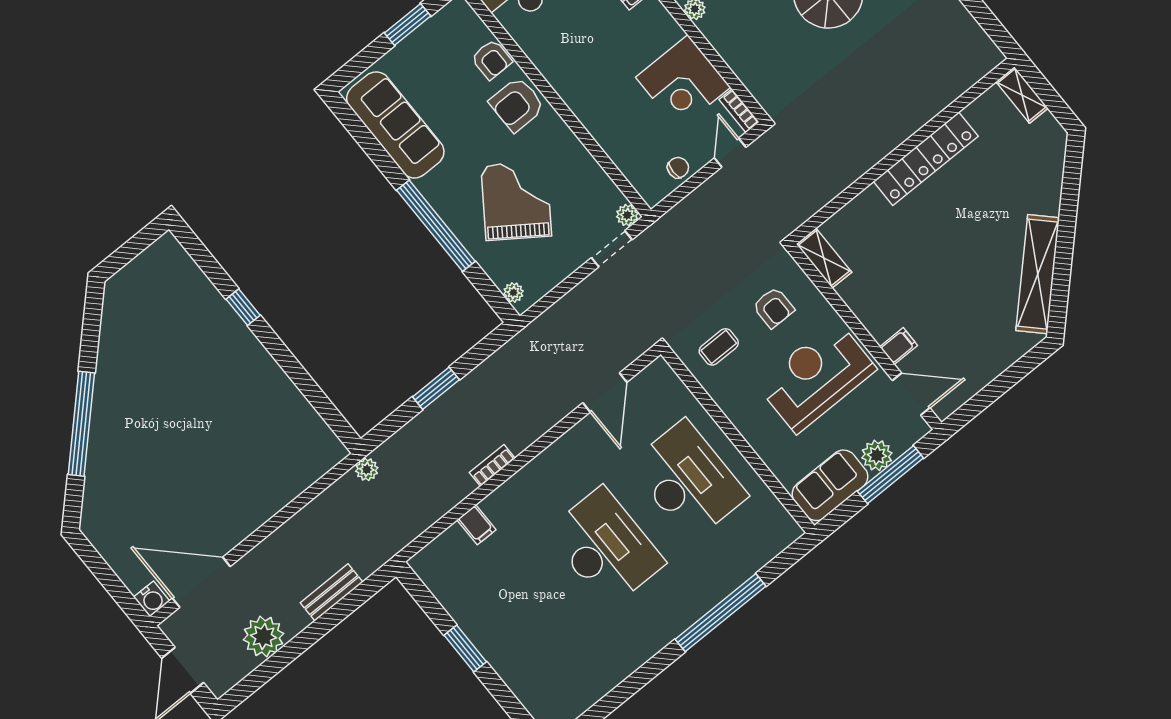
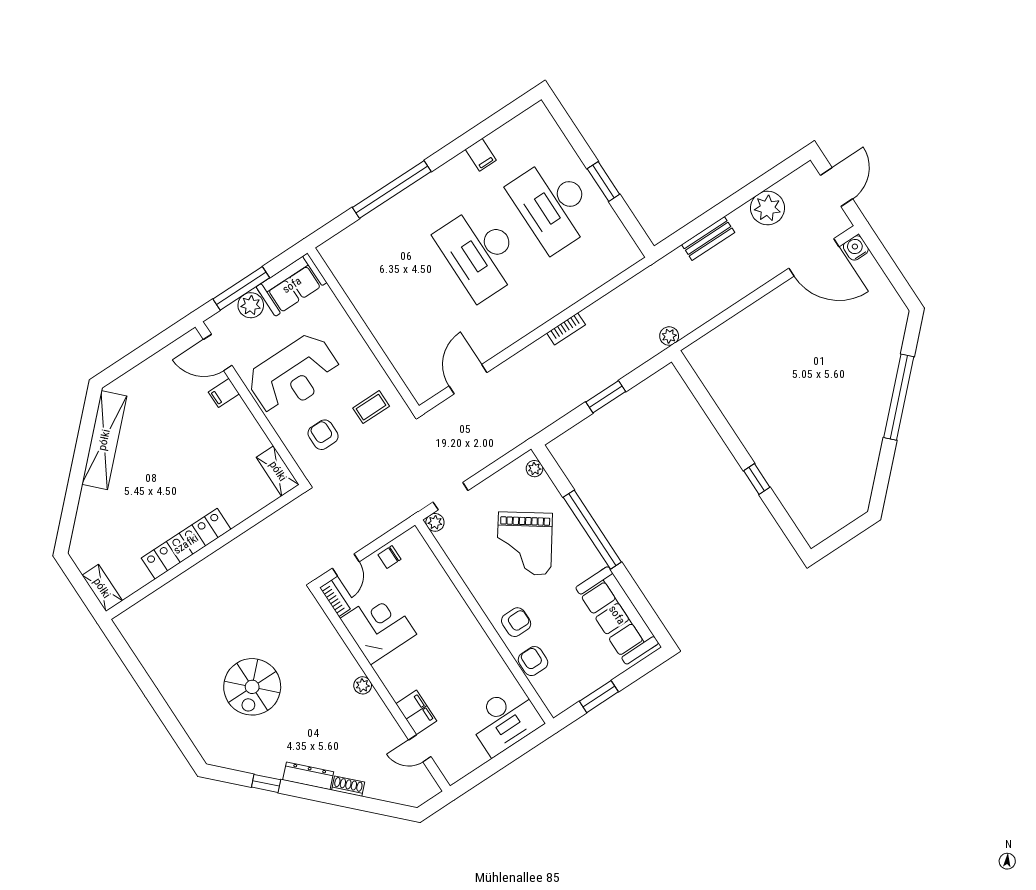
armchair: (517, 104) -> (516, 622), width x0.72, depth x0.72
desk: (688, 480) -> (553, 205), moved
filing cabinet: (476, 525) -> (481, 155), moved, turned 180

